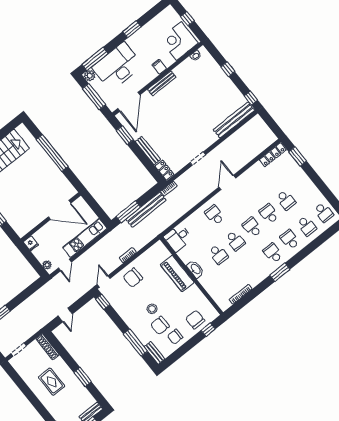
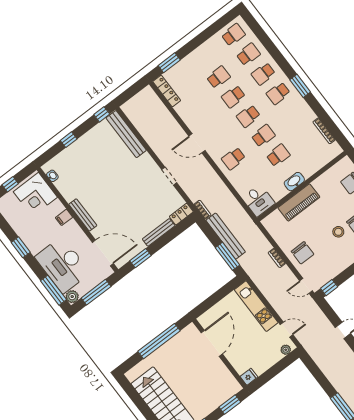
door: (60, 210) -> (212, 343), moved
wall: (51, 217) -> (220, 354), moved
fridge: (31, 243) -> (249, 377), moved

